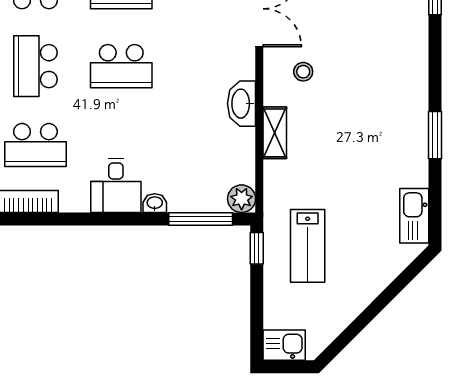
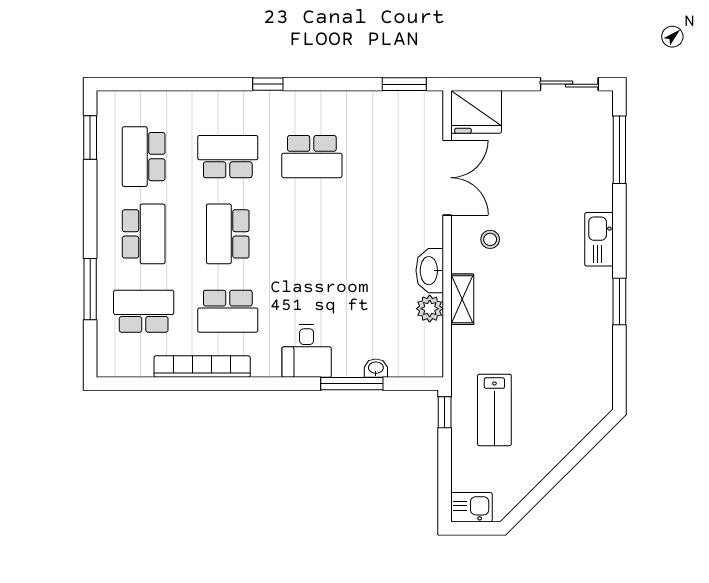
school desk: (121, 66) -> (312, 234), removed
plant: (242, 199) -> (430, 309), moved
washbasin: (155, 203) -> (376, 368), moved
kitchen sink: (414, 216) -> (599, 239), moved
window: (201, 219) -> (352, 384), moved

